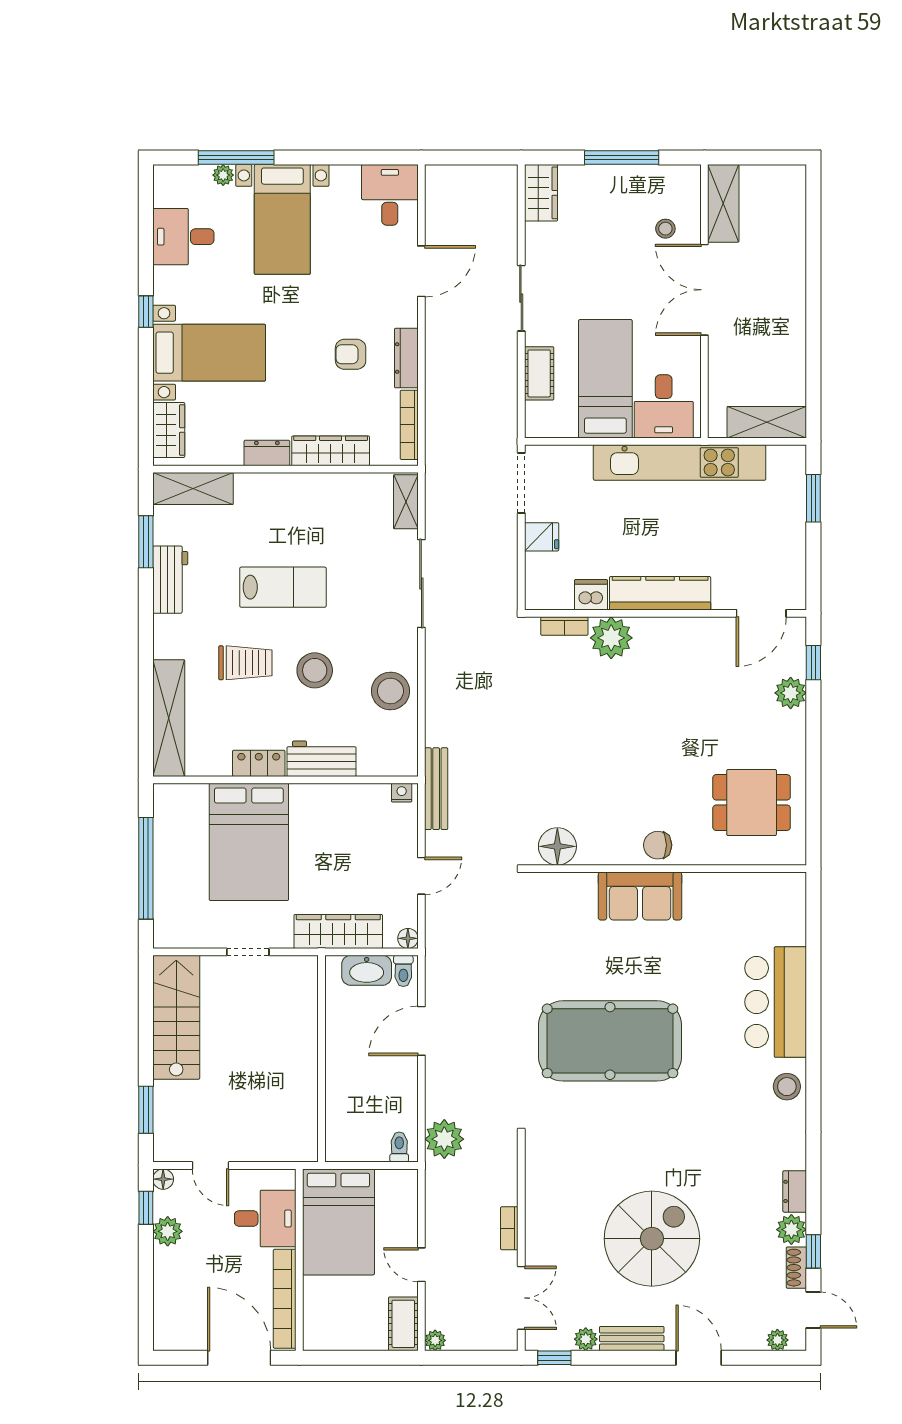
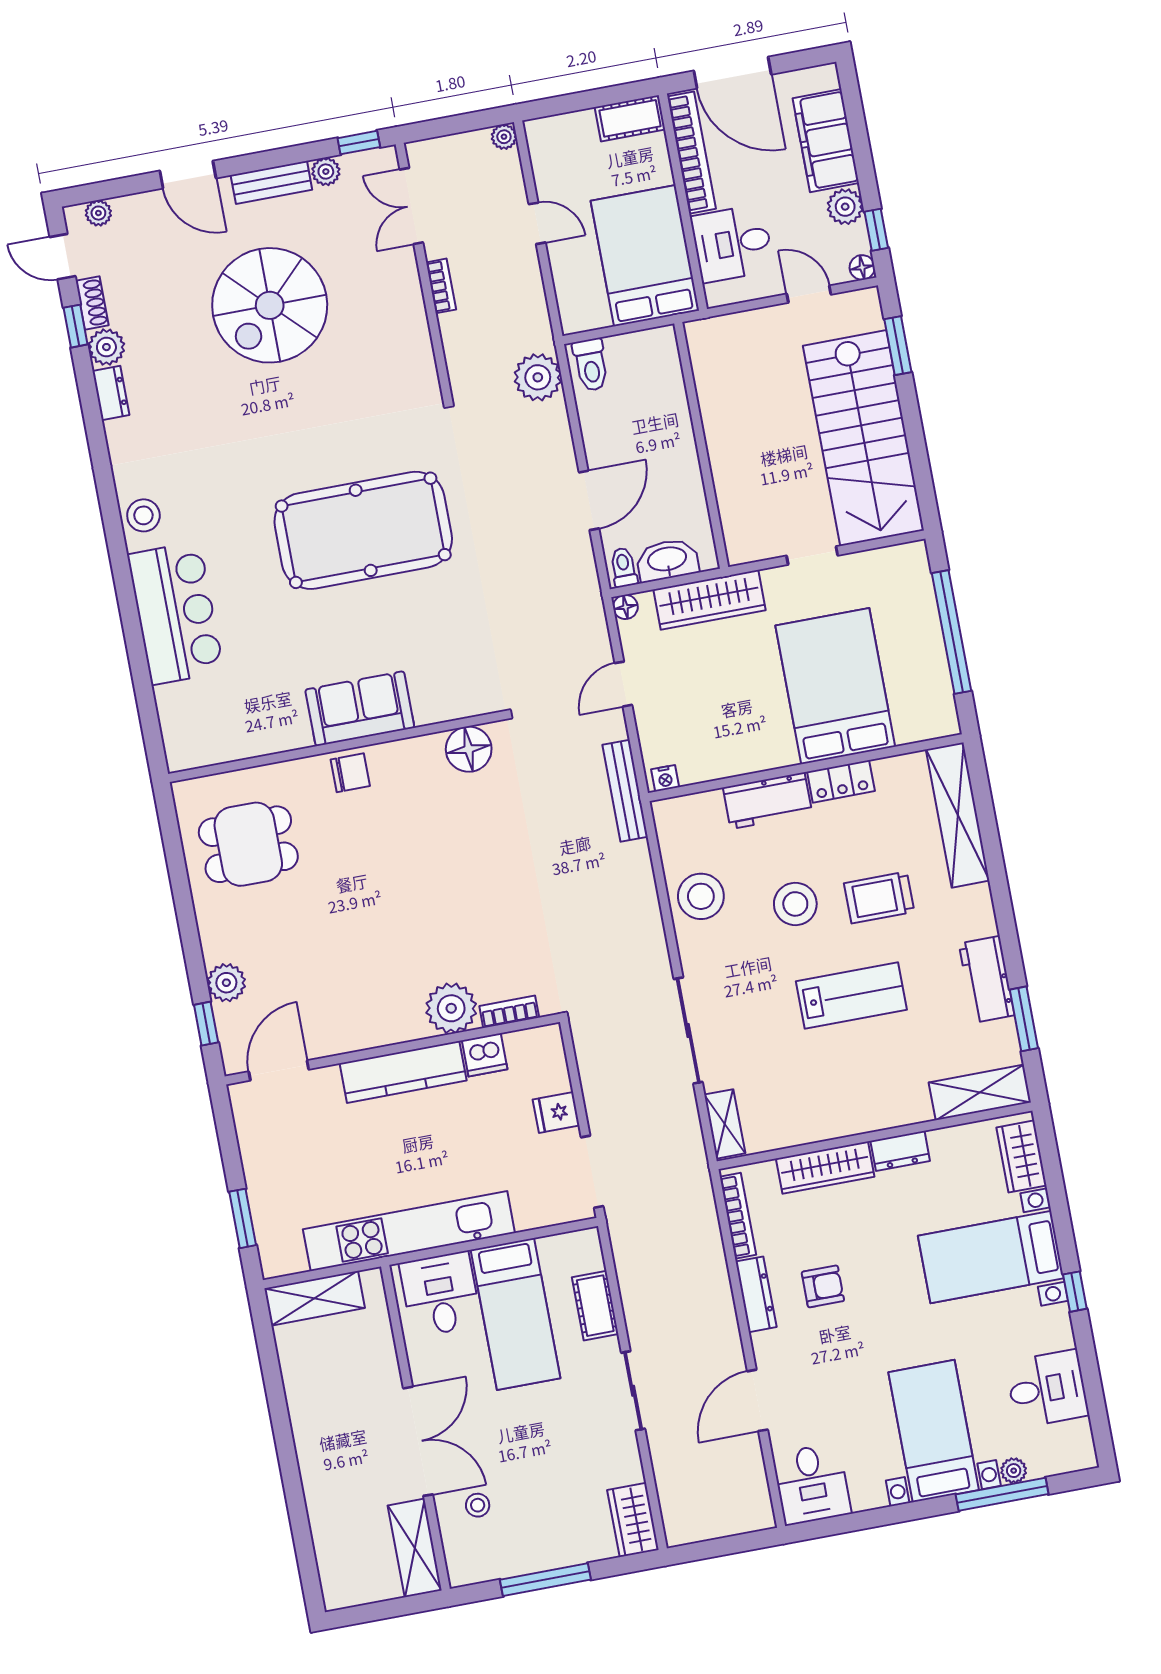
lab bench: (283, 587) -> (851, 996), turned 180
stairs: (176, 1017) -> (863, 438), width x1.36, depth x1.51
toilet: (399, 1147) -> (591, 365), width x1.37, depth x1.39
filing cabinet: (173, 1288) -> (826, 141), added
cot: (403, 1324) -> (630, 118), moved, turned 90

